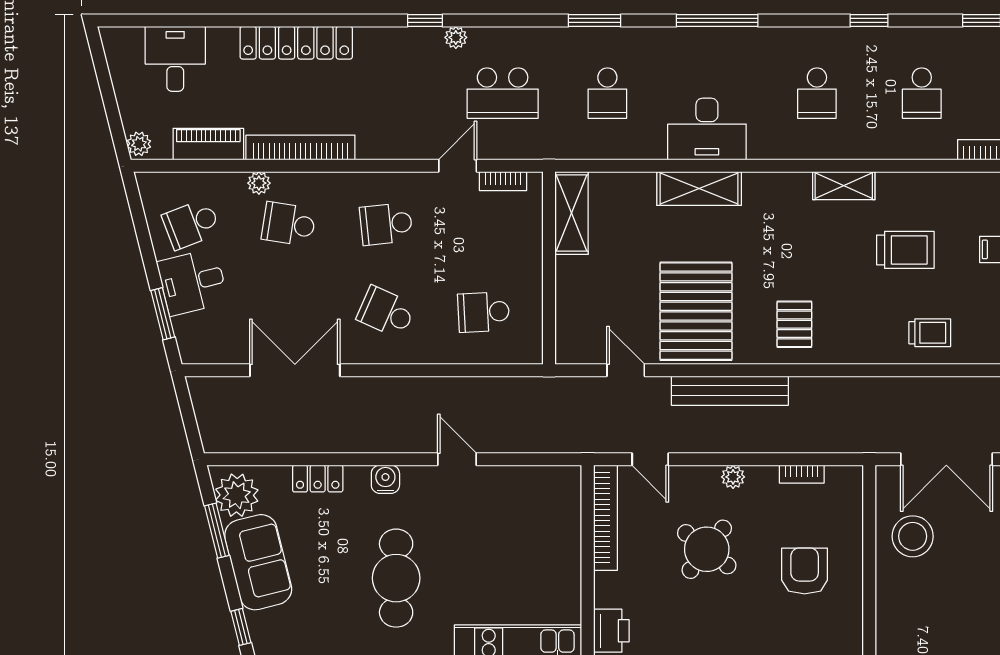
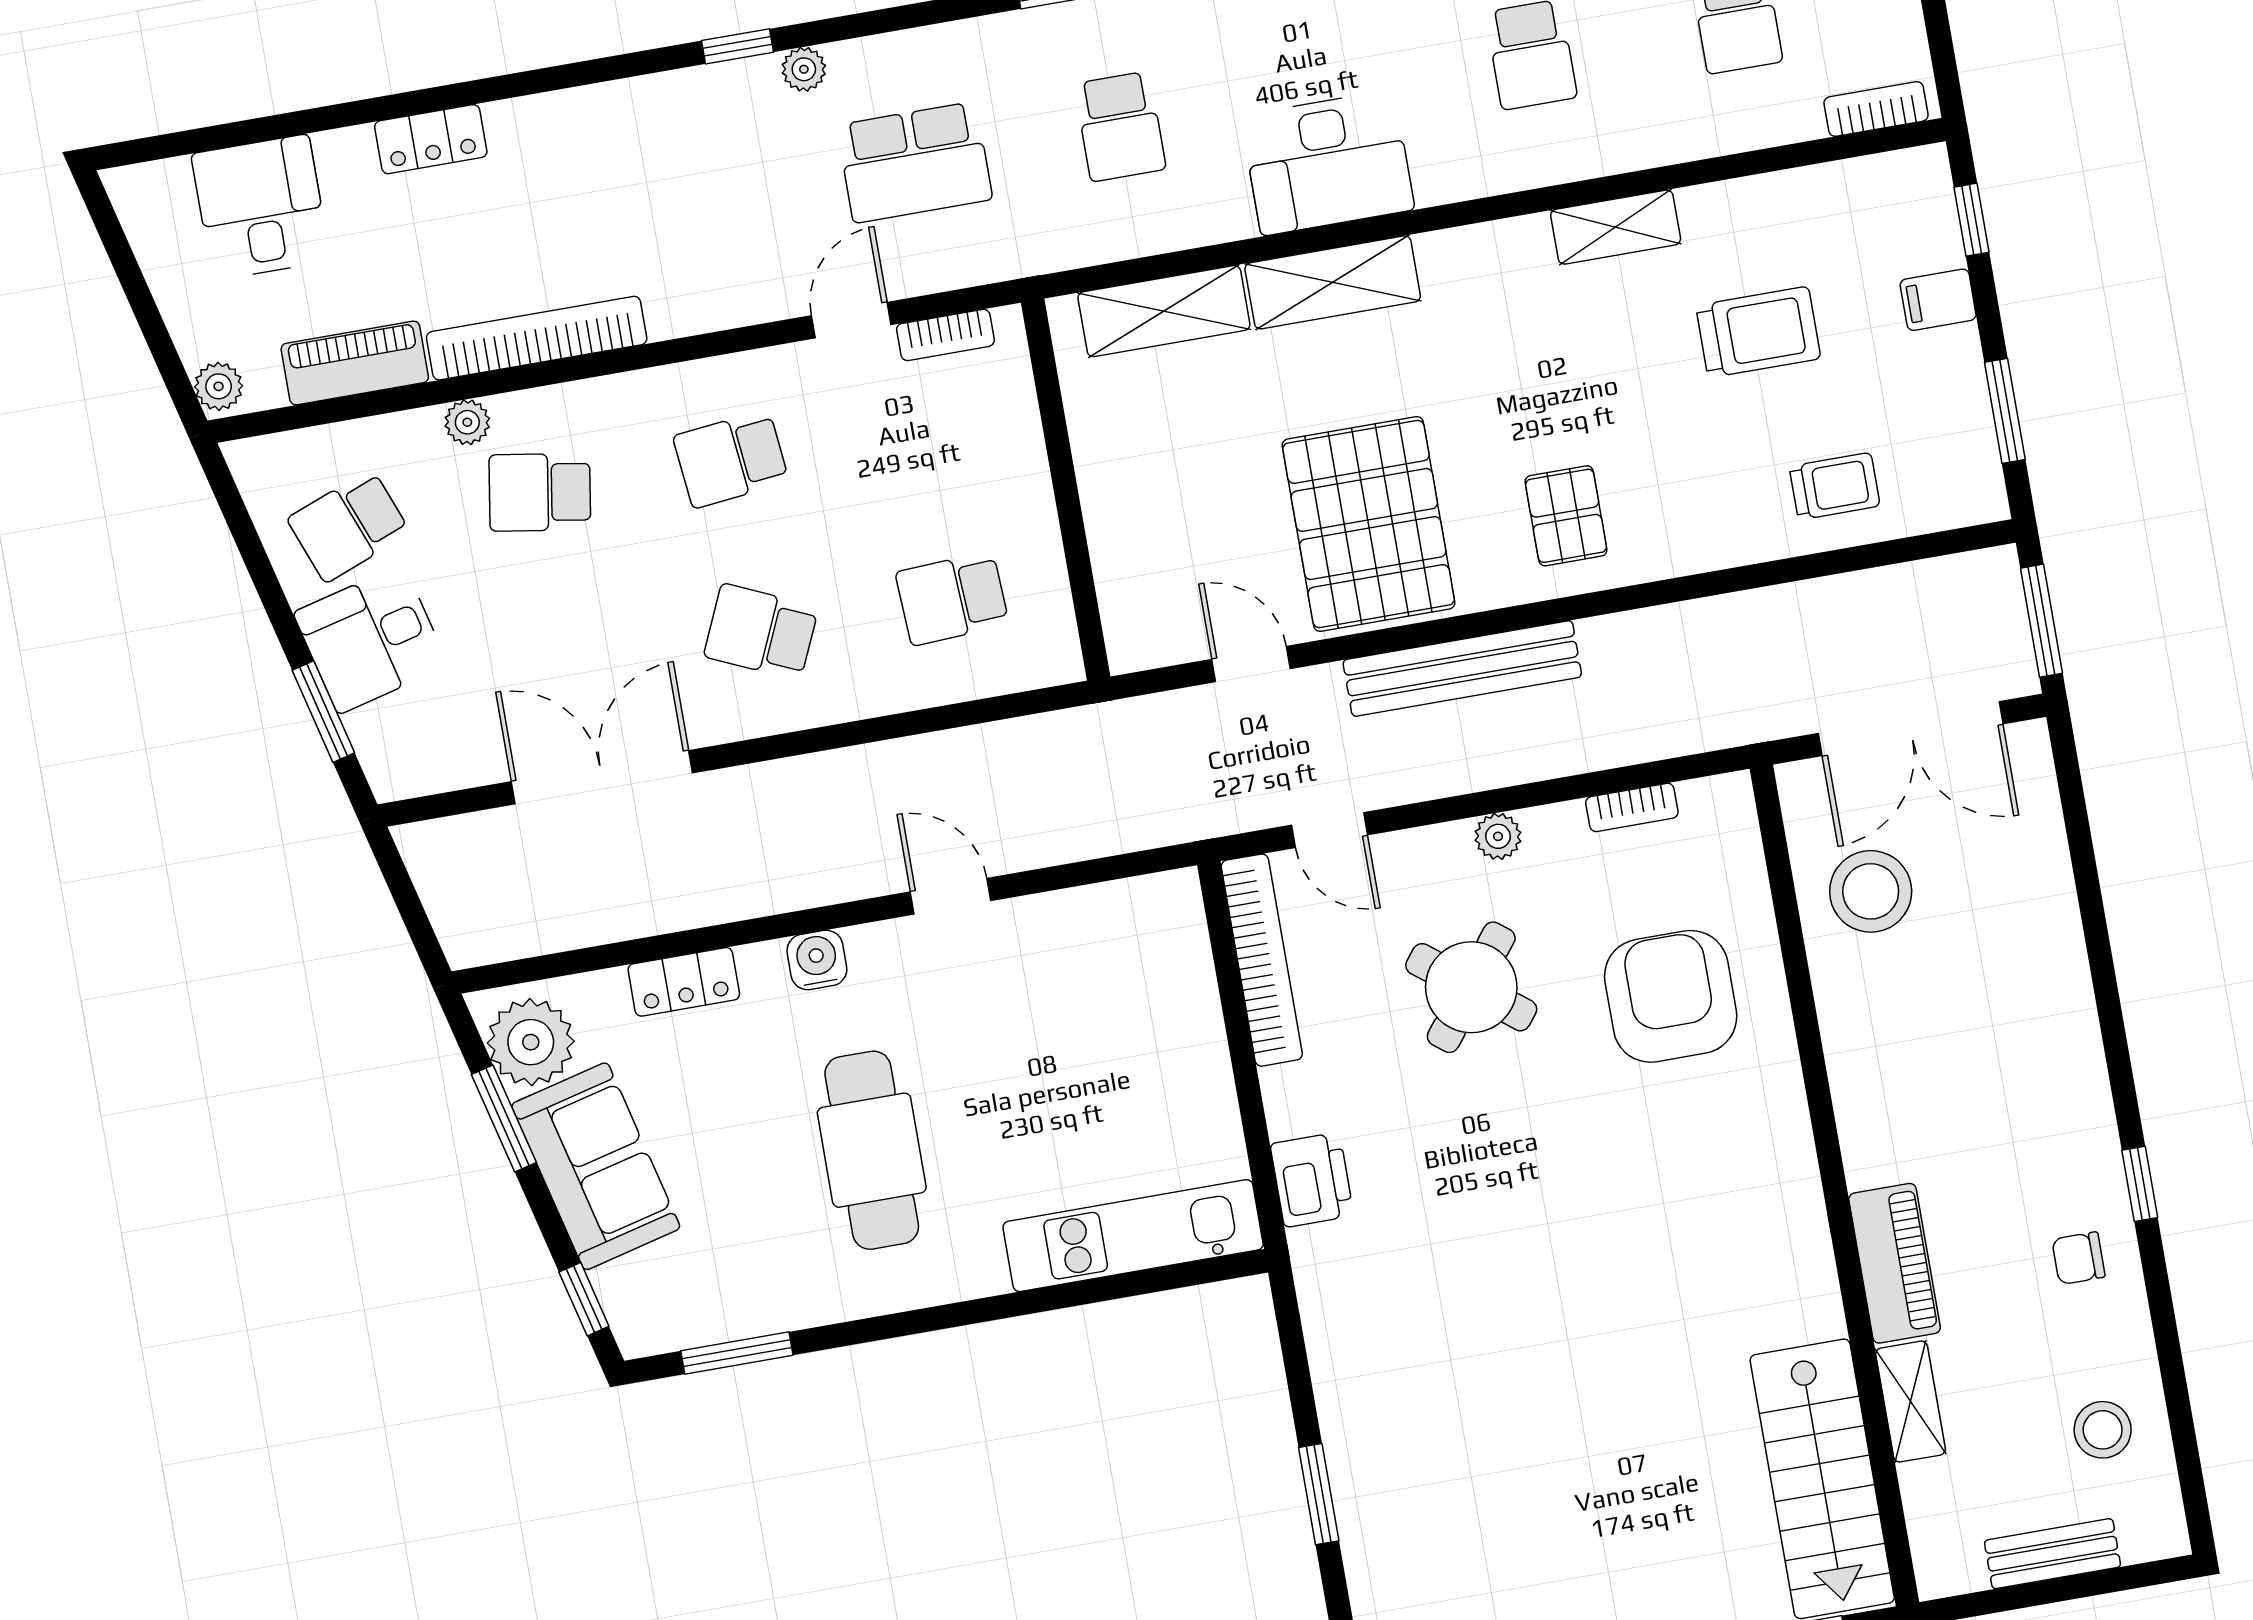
locker: (296, 43) -> (431, 139), width x0.46, depth x0.83
shelving: (572, 213) -> (1164, 311), moved, turned 90
armchair: (805, 571) -> (1671, 996), width x1.36, depth x1.36

